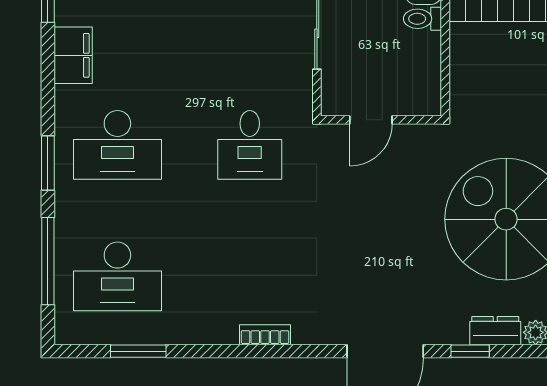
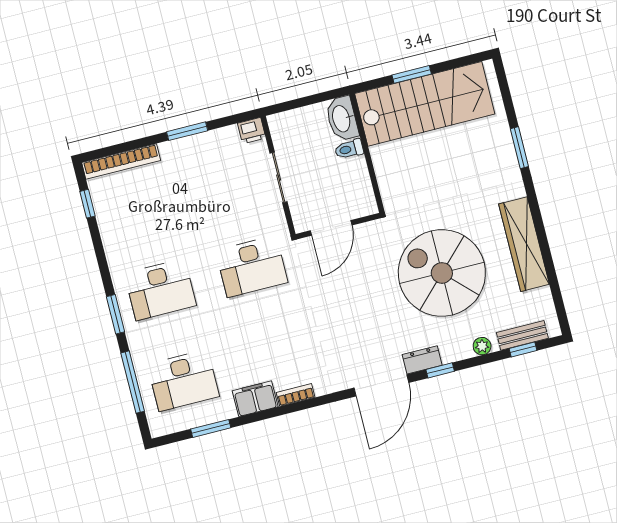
filing cabinet: (73, 55) -> (255, 399), moved, turned -90
door: (371, 120) -> (331, 228), width x1.38
desk: (250, 145) -> (252, 266), width x1.37
dresser: (495, 331) -> (422, 360), moved

